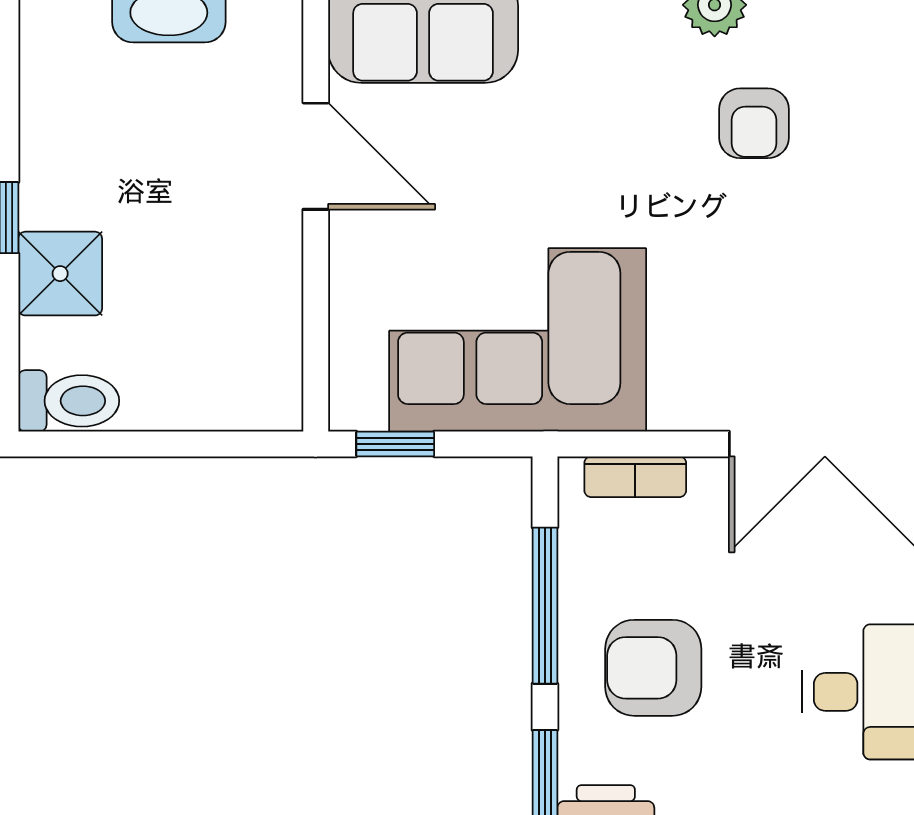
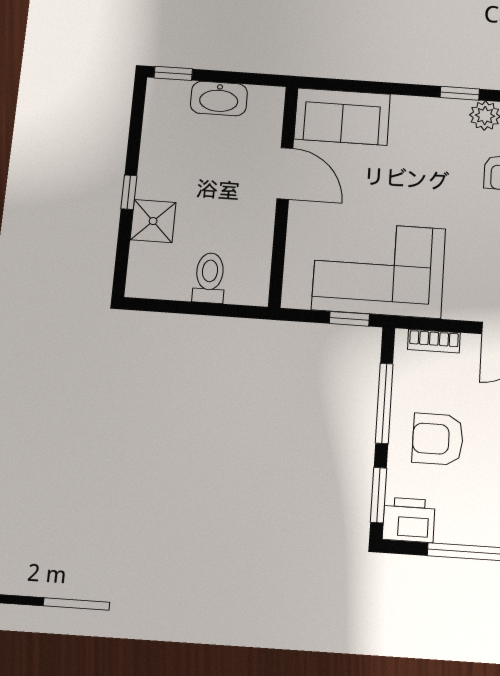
toilet: (69, 401) -> (209, 278), moved, turned -90
window: (395, 444) -> (349, 319), moved

